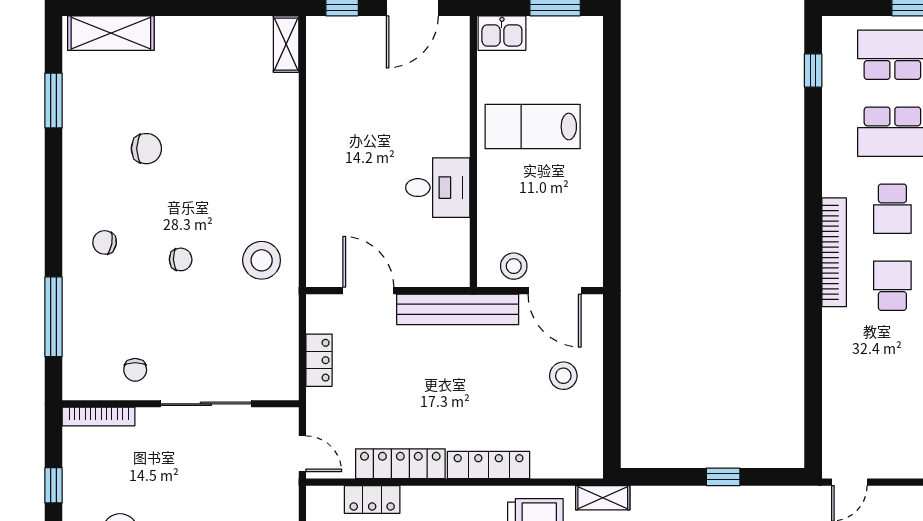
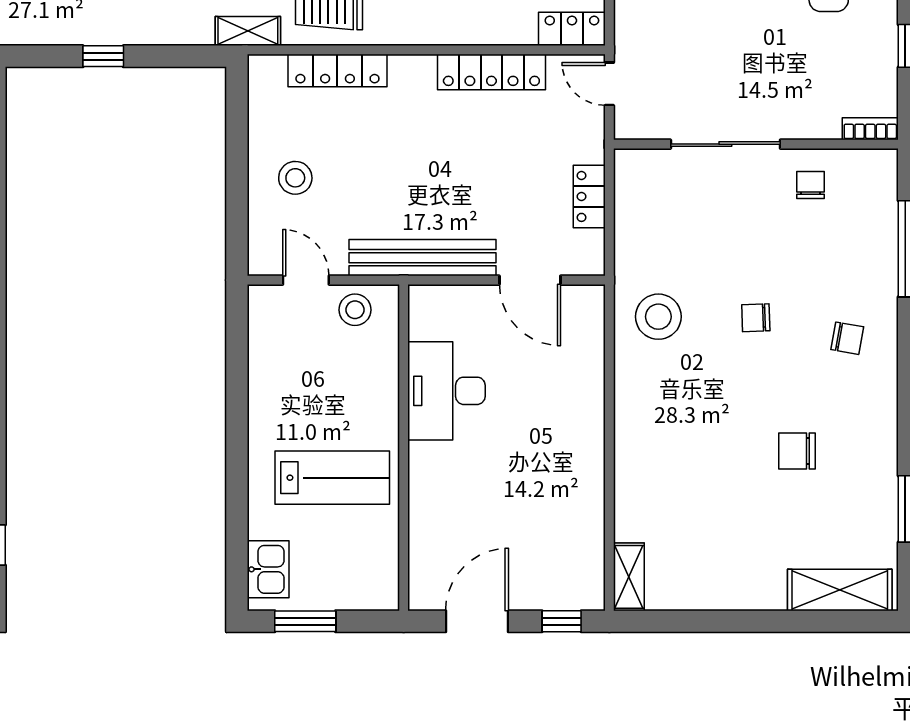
kitchen sink: (502, 33) -> (268, 569), moved, turned 90
desk: (438, 188) -> (446, 391), width x1.37
door: (555, 291) -> (306, 280), width x0.73
bookcase: (99, 417) -> (870, 129), width x0.64
locker: (489, 465) -> (337, 70), moved
locker: (372, 499) -> (572, 29), moved

